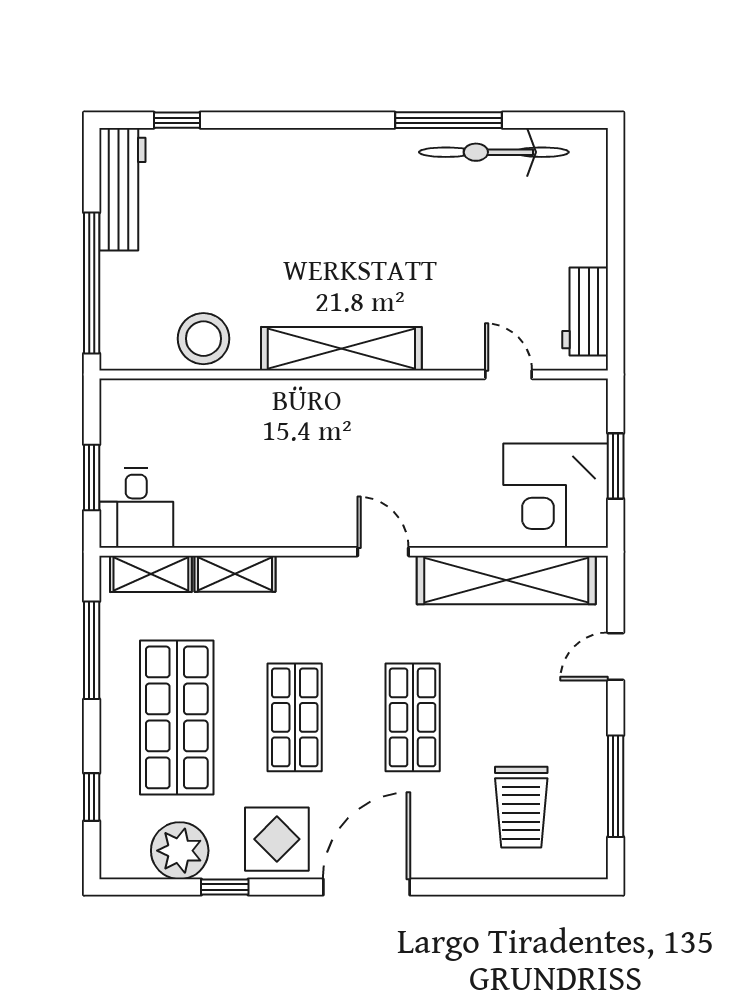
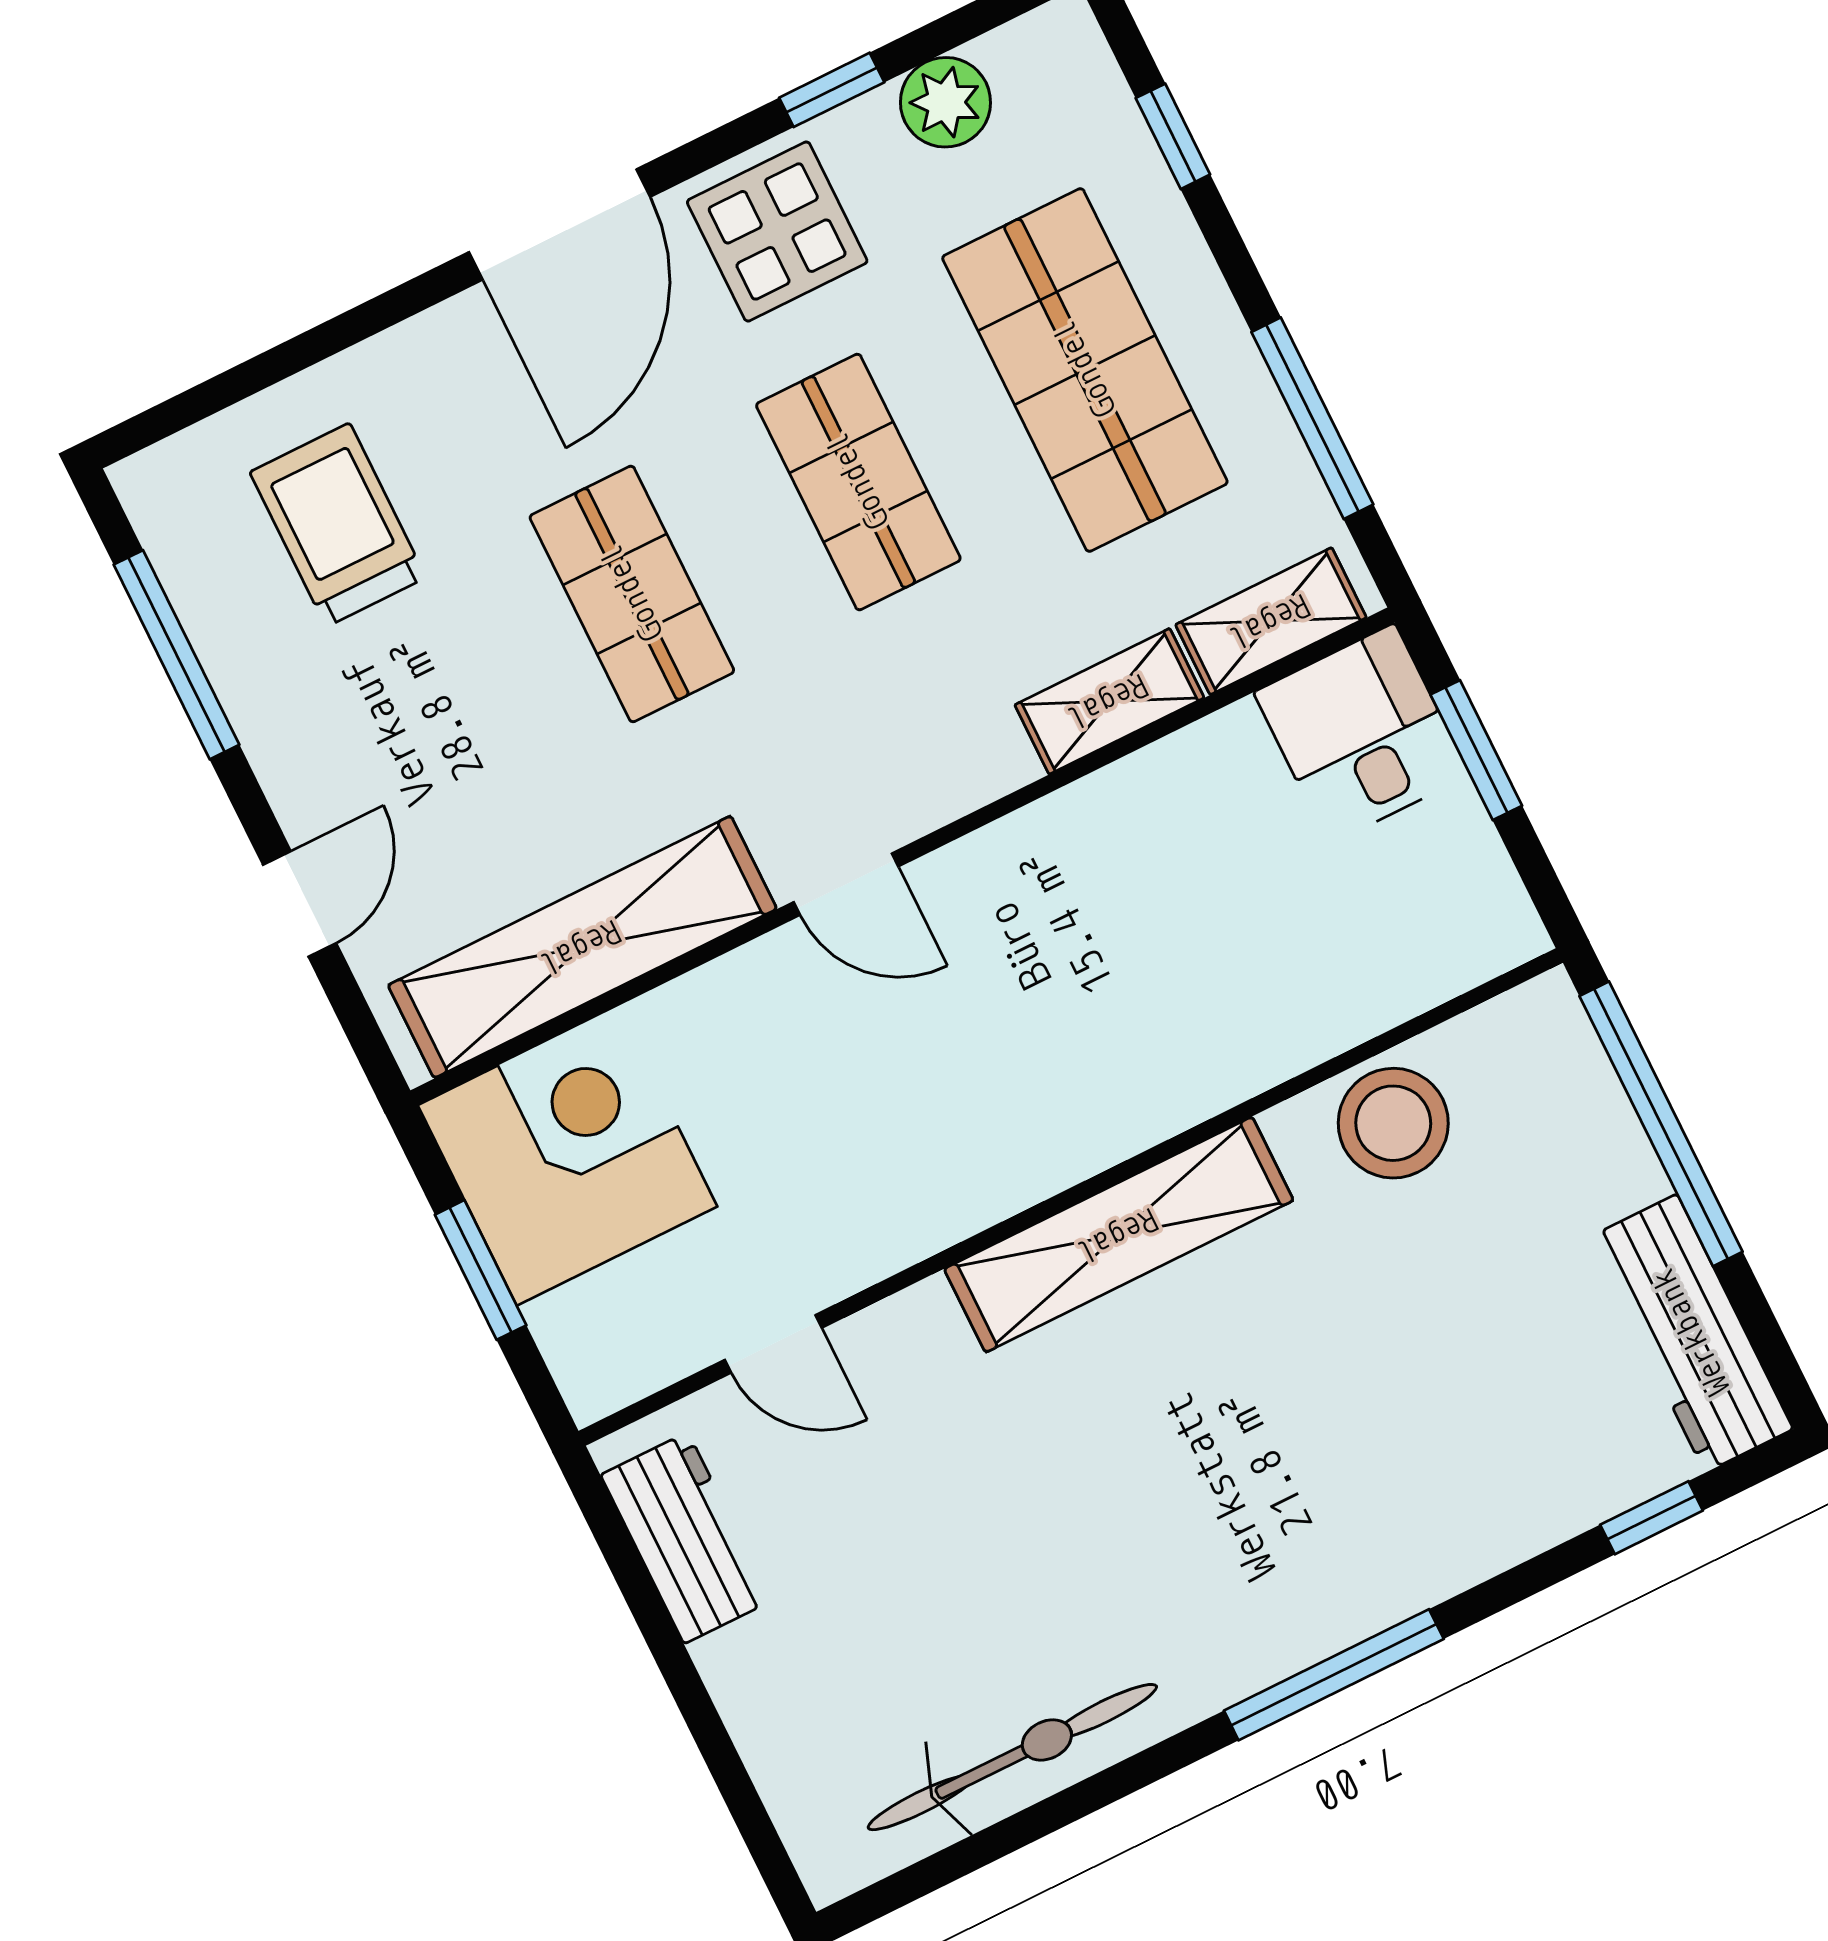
window: (448, 120) -> (1334, 1675), moved
plant: (180, 851) -> (945, 102), width x0.73, depth x0.73

